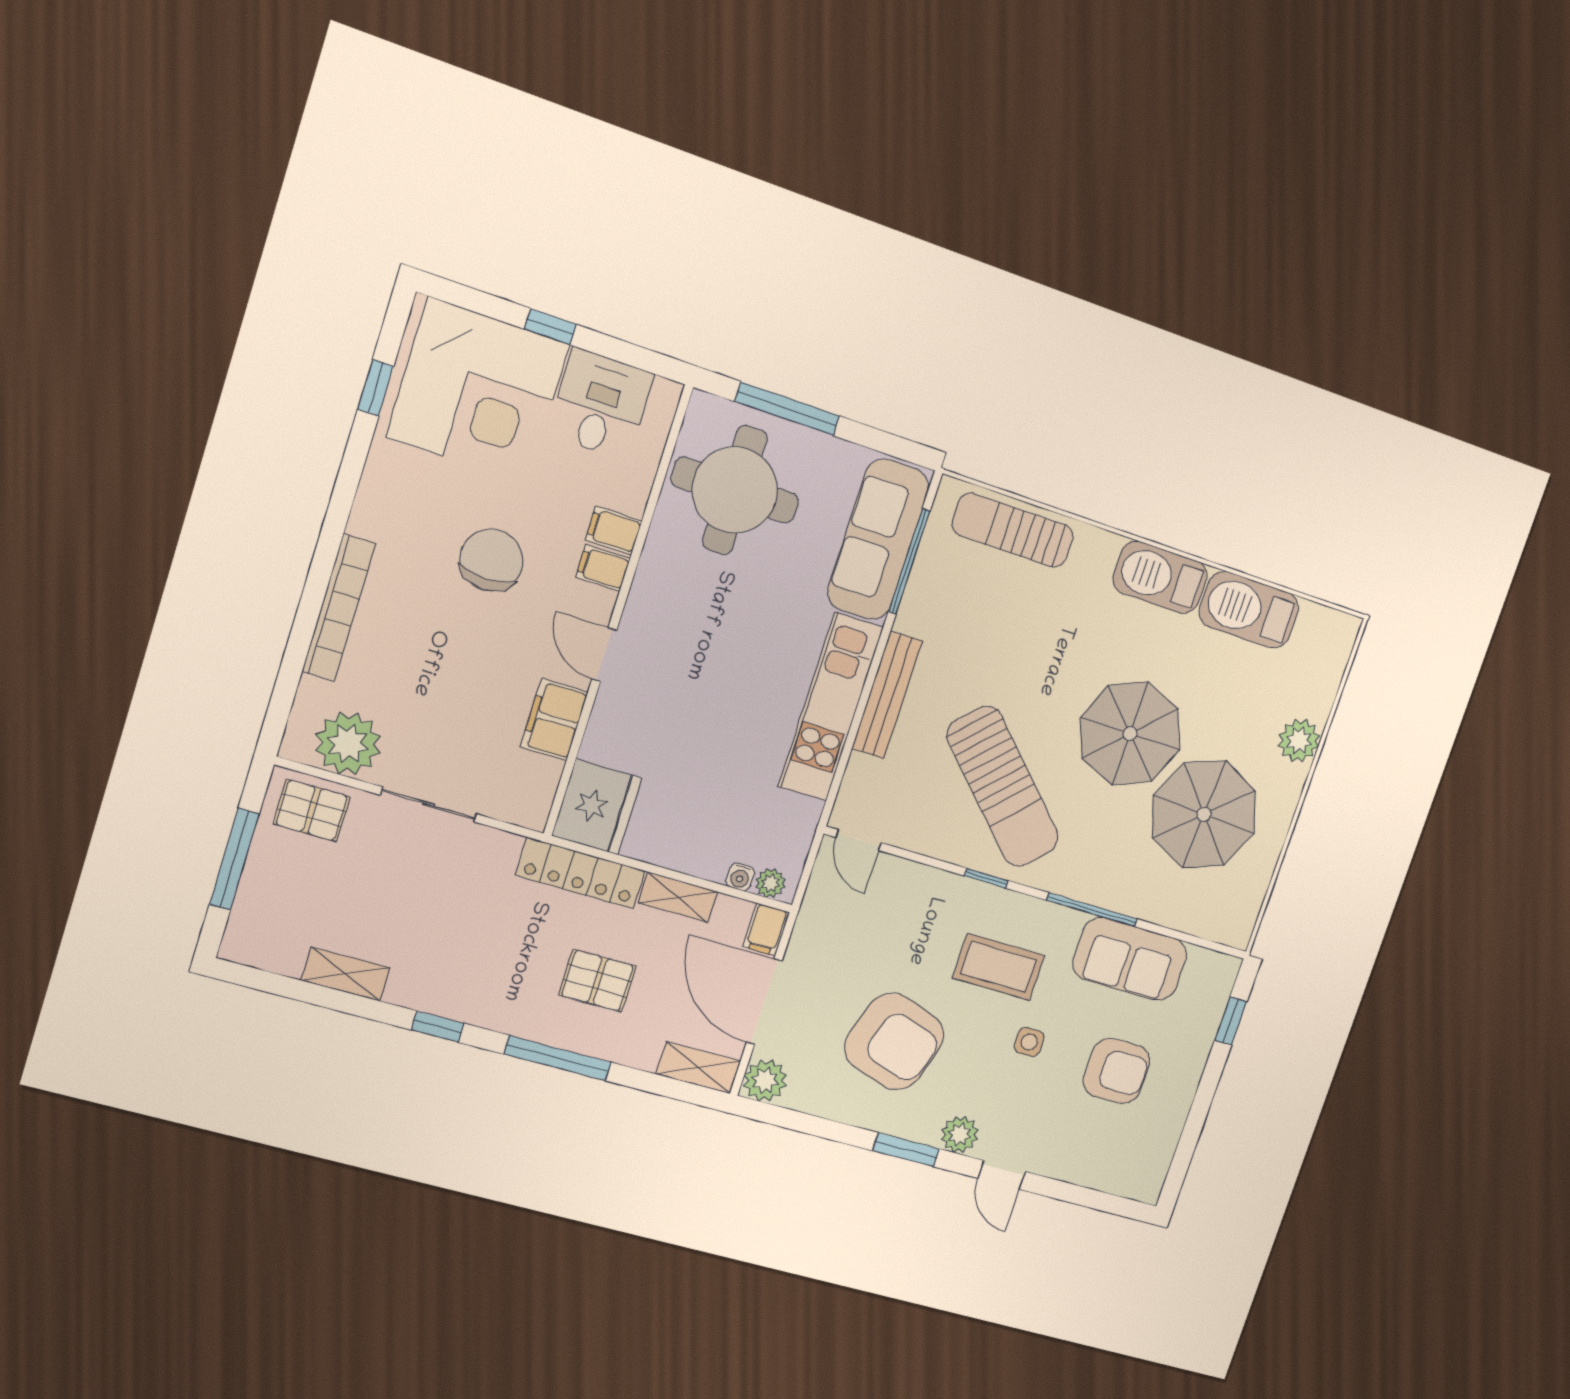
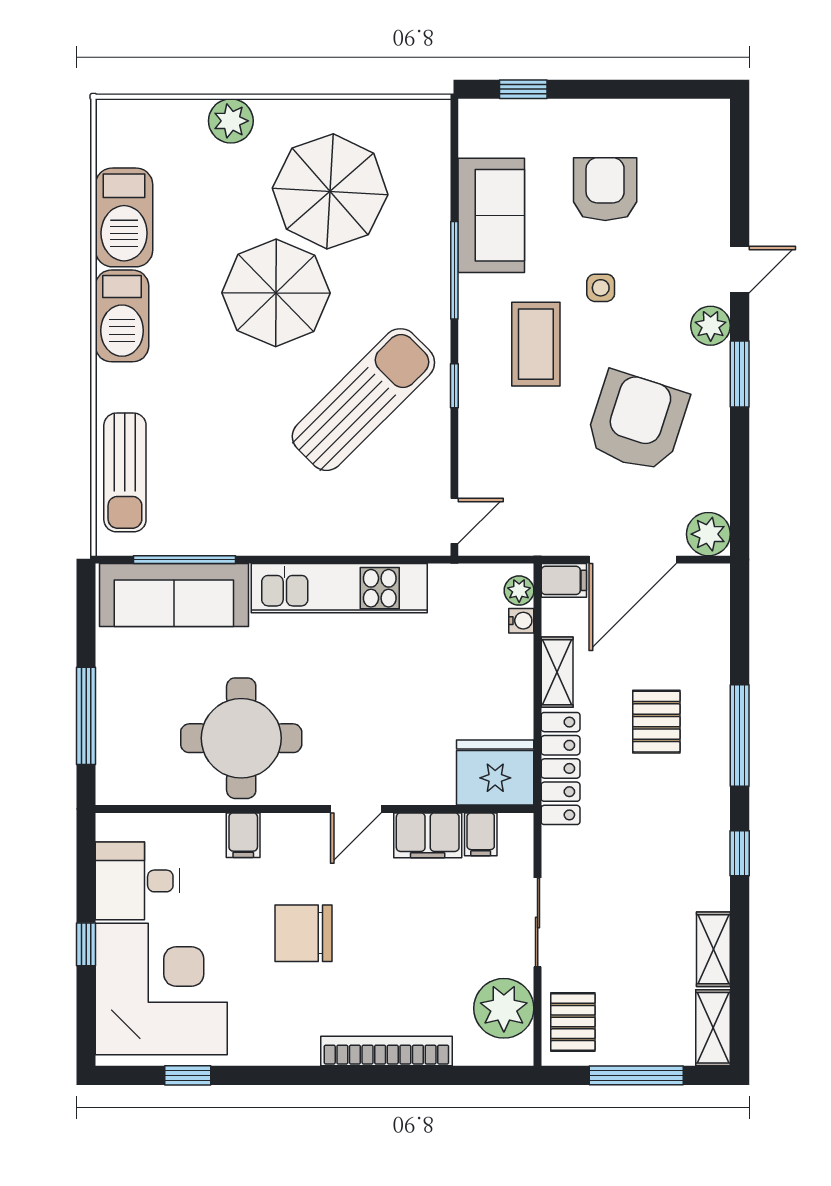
round table: (735, 490) -> (241, 738), moved
filing cabinet: (603, 568) -> (481, 834), moved
bench: (887, 695) -> (312, 539), removed
shelving: (698, 1068) -> (713, 1028), moved

